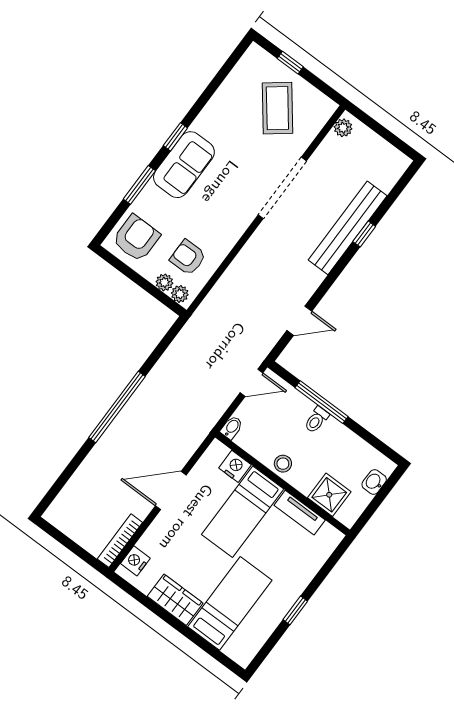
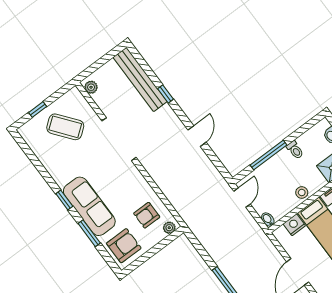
sofa: (184, 165) -> (89, 206), width x1.36
bench: (348, 228) -> (140, 79), moved
armchair: (136, 238) -> (124, 246), turned 90
plant: (164, 282) -> (159, 236), removed
door: (299, 321) -> (197, 136), moved
toilet: (316, 420) -> (295, 150), moved

